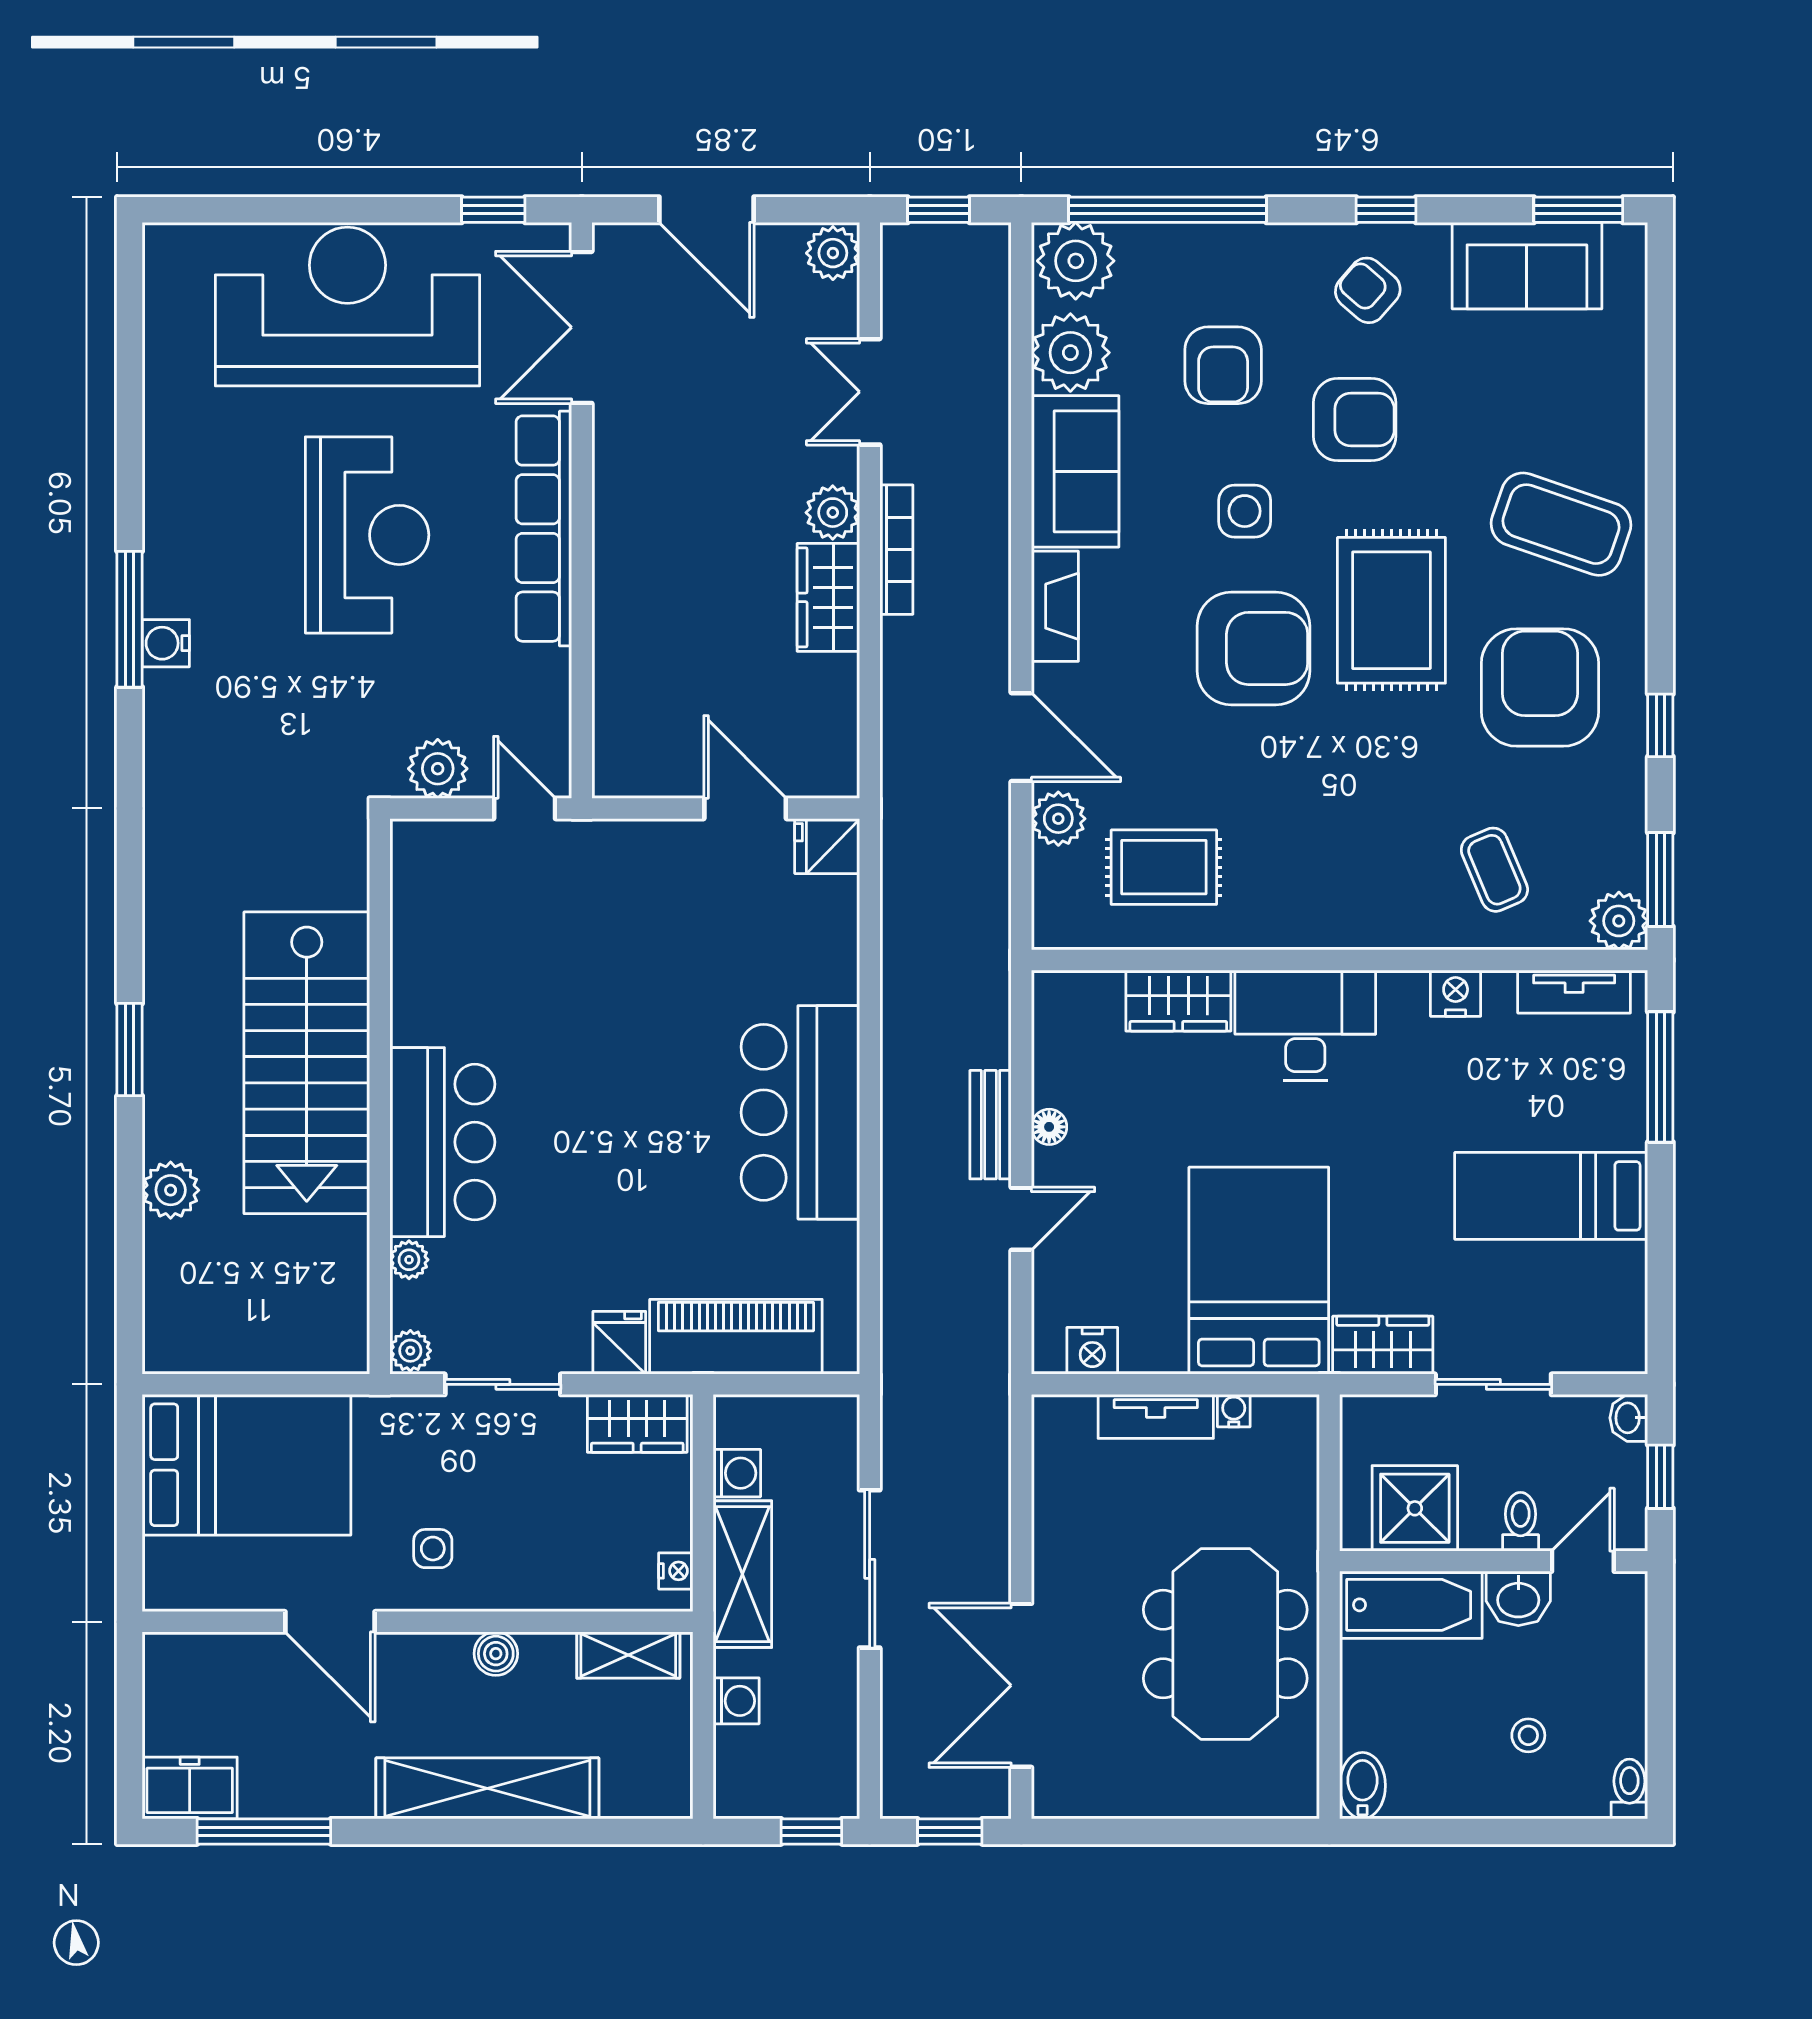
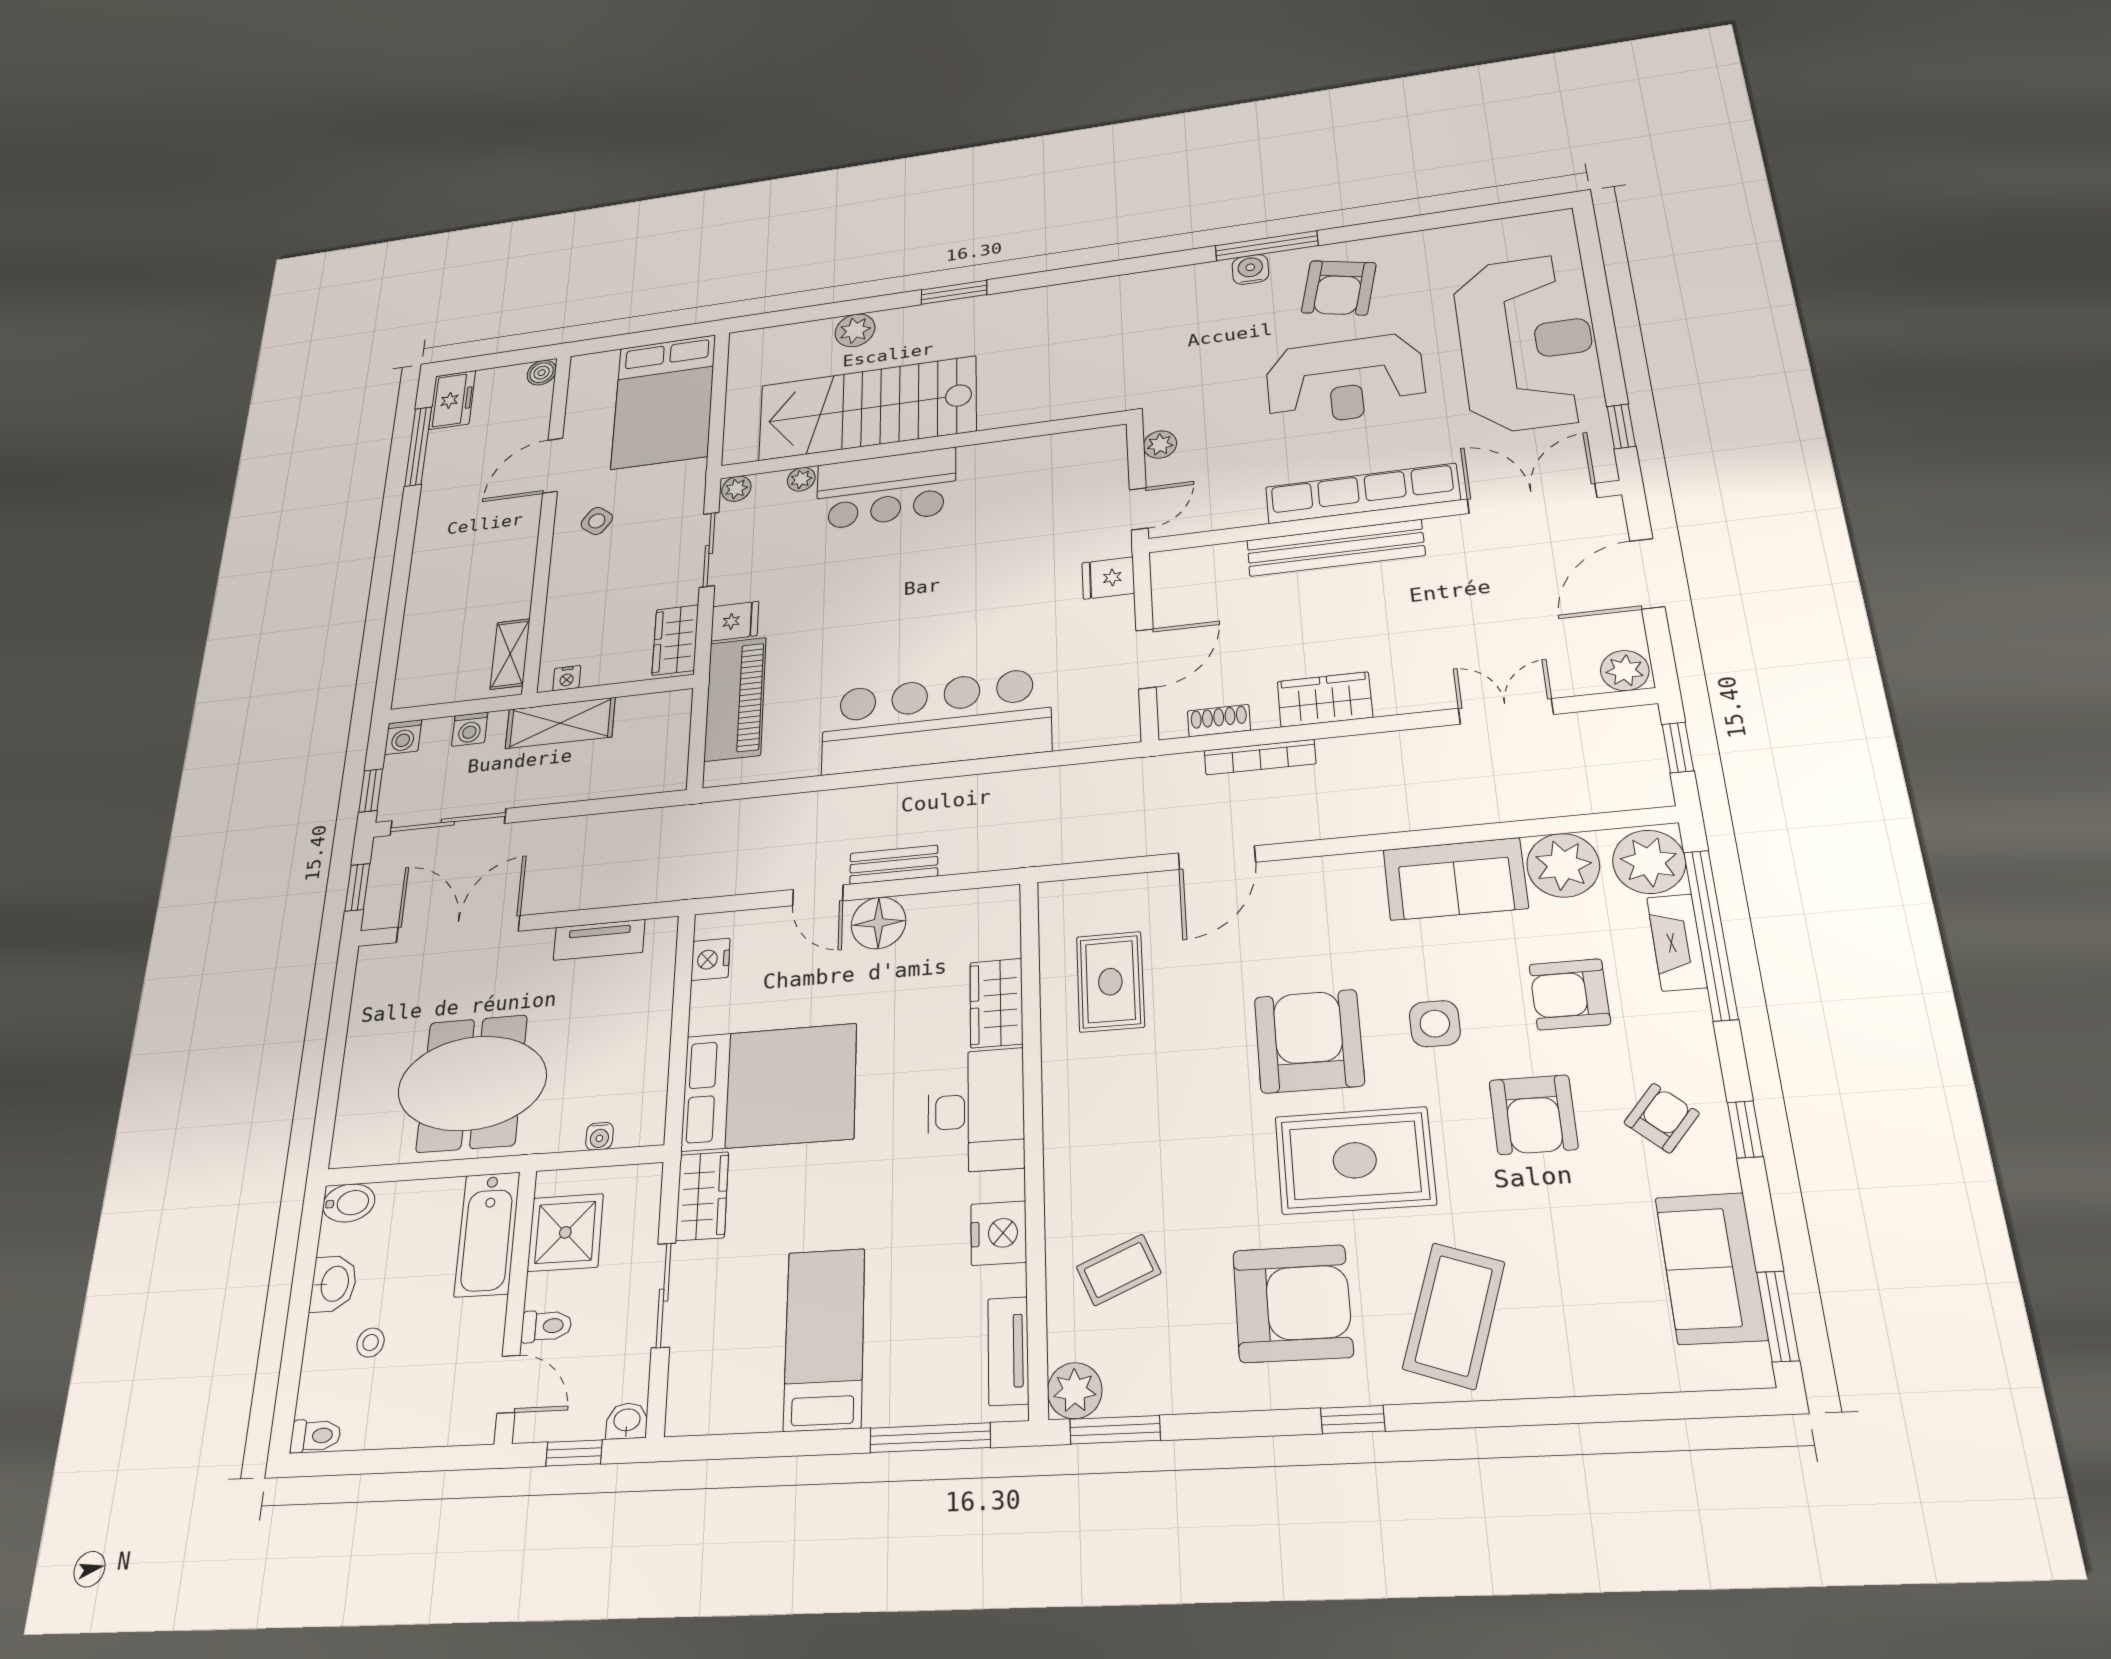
plant: (833, 513) -> (1397, 695), removed
armchair: (218, 530) -> (1339, 288), added
bookcase: (896, 550) -> (1260, 757), moved
bench: (618, 568) -> (1335, 548), added
fireplace: (1055, 606) -> (1677, 942), moved, turned 90
armchair: (1254, 648) -> (1309, 1041), turned 180
shoe rack: (842, 724) -> (1219, 721), added
window: (1660, 725) -> (1353, 1420), moved
plant: (438, 769) -> (1160, 445), width x0.73, depth x0.73
plant: (1058, 819) -> (1149, 893), removed
fridge: (827, 846) -> (1108, 578), moved, turned -90
nightstand: (1456, 993) -> (999, 1233), width x1.36, depth x1.33
stairs: (307, 1063) -> (867, 408), moved
bar counter: (800, 1112) -> (936, 721), width x1.36
floor lamp: (1049, 1127) -> (878, 923), width x1.89, depth x1.89
water cooler: (1234, 1411) -> (600, 1136), moved, turned 90
tv unit: (1156, 1416) -> (599, 940), moved, turned -90
washing machine: (737, 1473) -> (403, 737), moved
side table: (433, 1549) -> (597, 521), turned 37
sliding door: (870, 1569) -> (448, 822), moved
washbasin: (1518, 1598) -> (334, 1284), moved, turned 180
boiler: (496, 1654) -> (542, 373), moved
shelving: (487, 1788) -> (429, 576), removed

